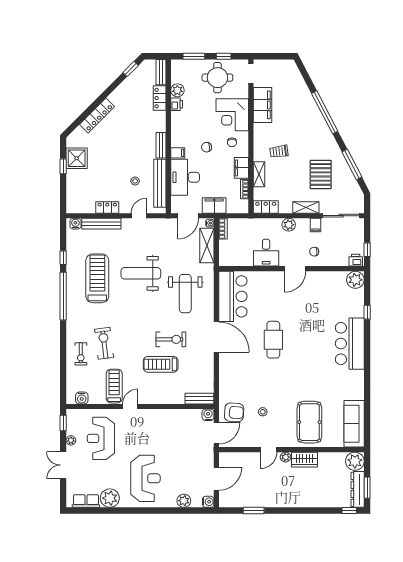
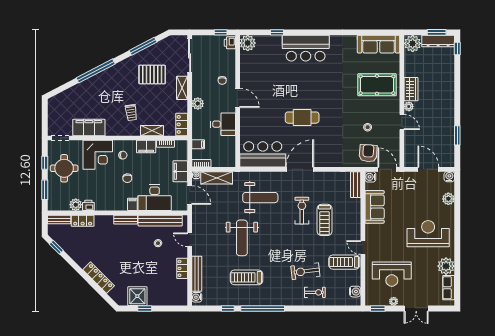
filing cabinet: (316, 225) -> (198, 144), moved
treadmill: (97, 278) -> (246, 277), width x0.73, depth x0.73
sofa: (175, 419) -> (375, 207), added

